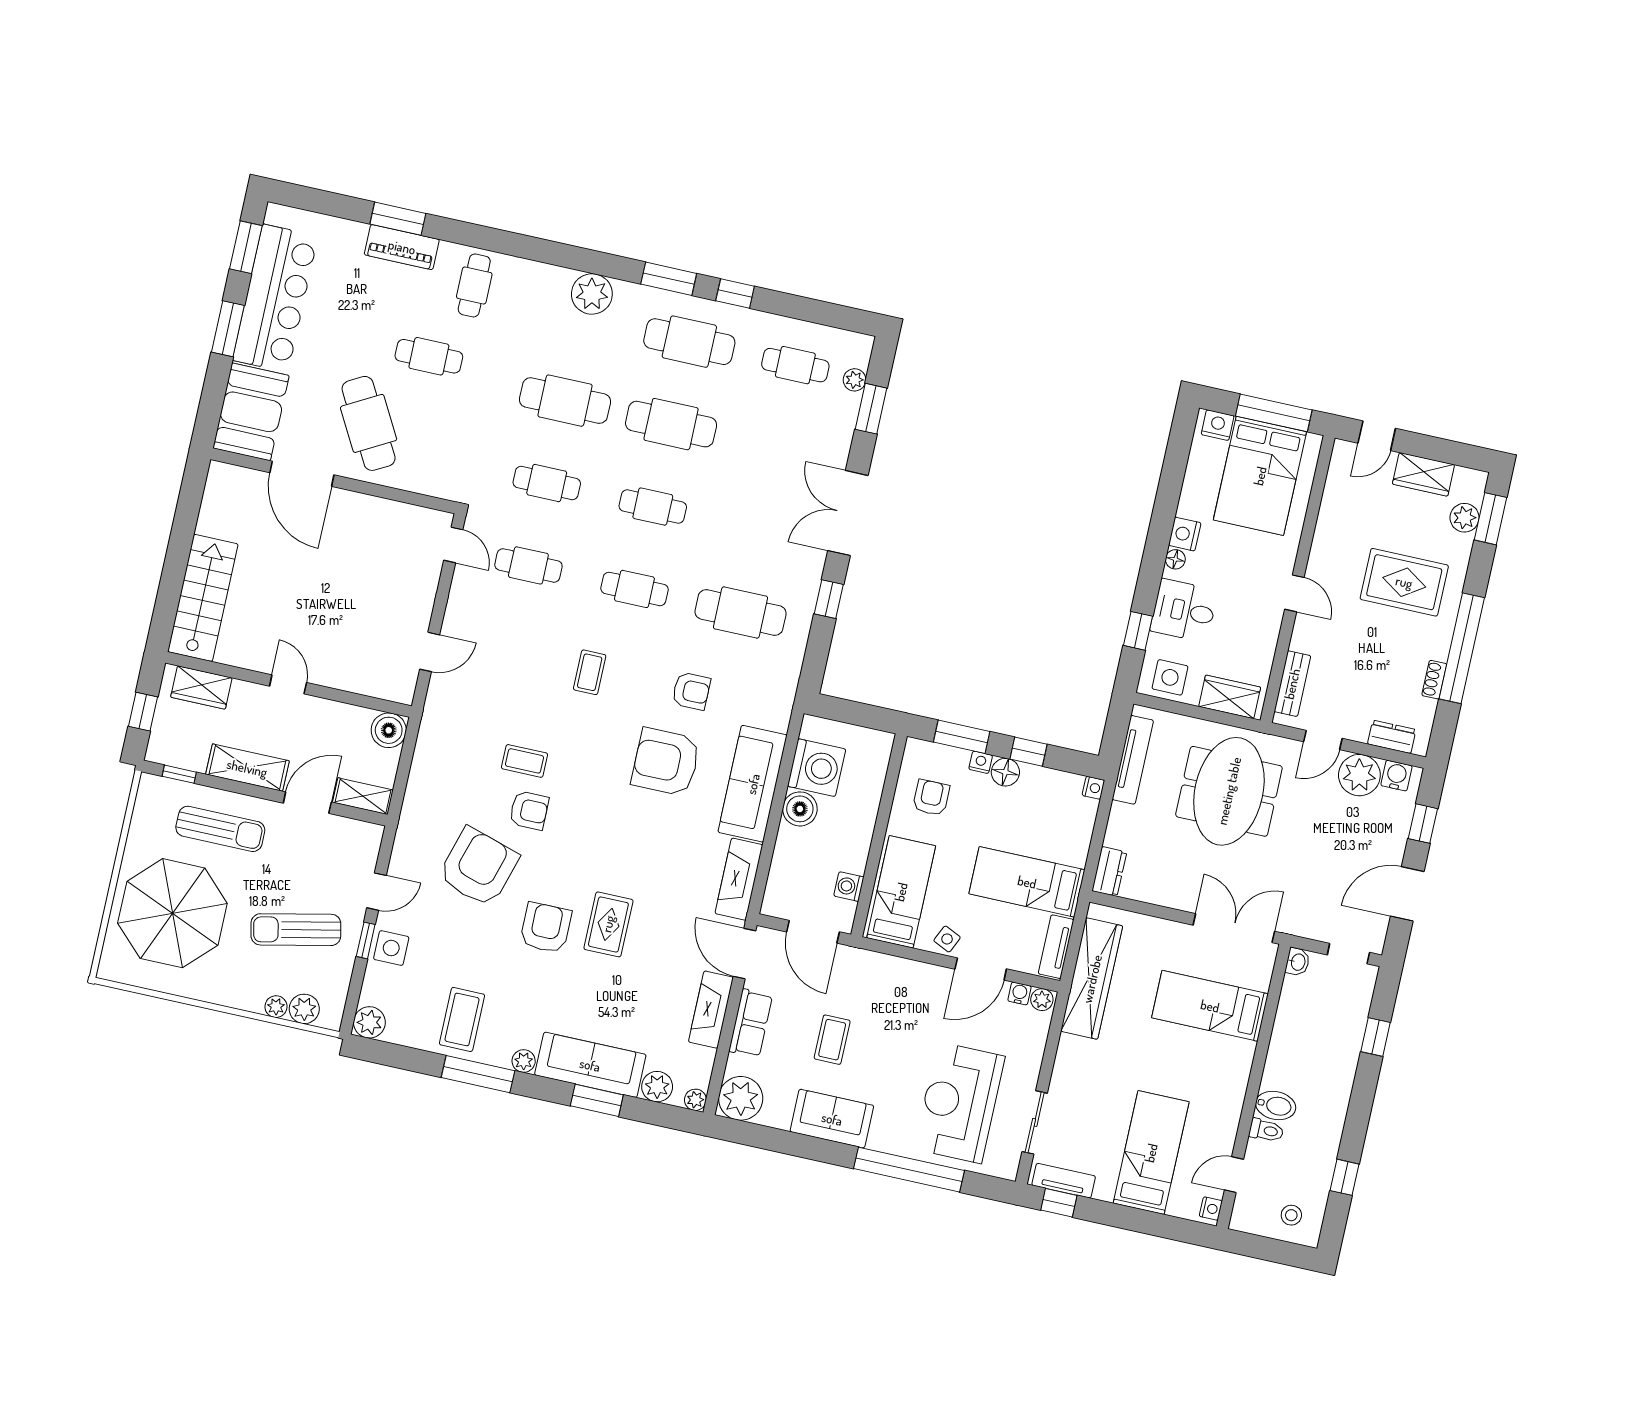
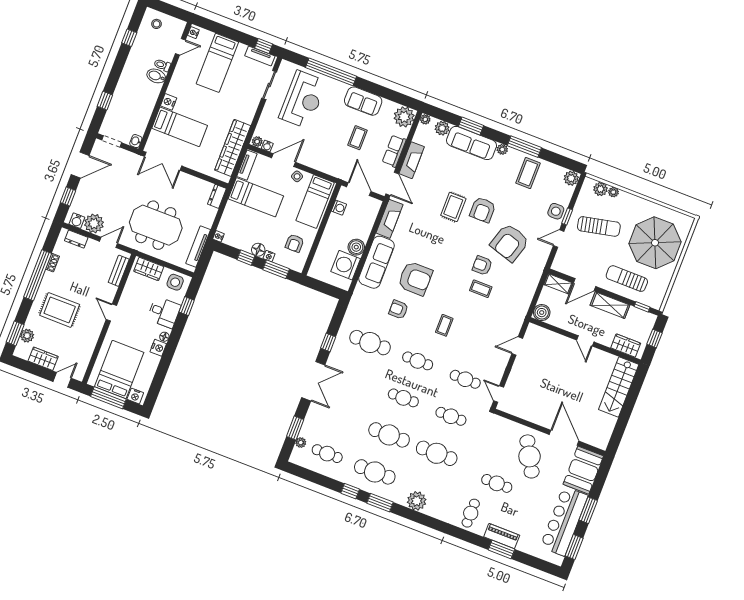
meeting table: (1229, 791) -> (156, 225), turned 90
nightstand: (1241, 1055) -> (169, 102), added

